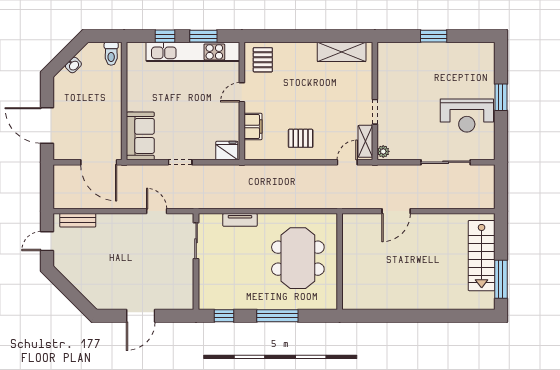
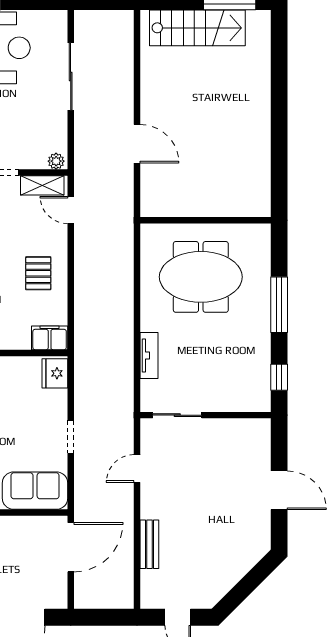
filing cabinet: (253, 126) -> (50, 338), moved
bench: (78, 220) -> (149, 544), moved

